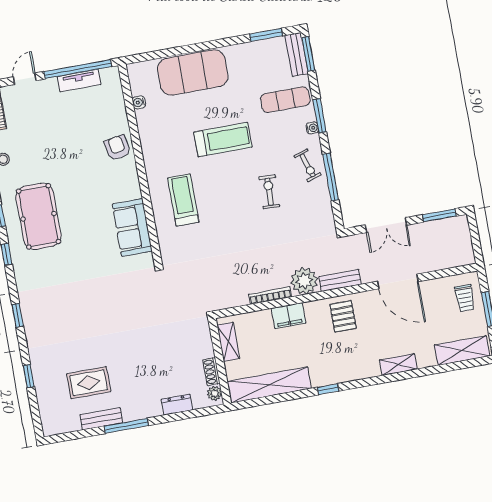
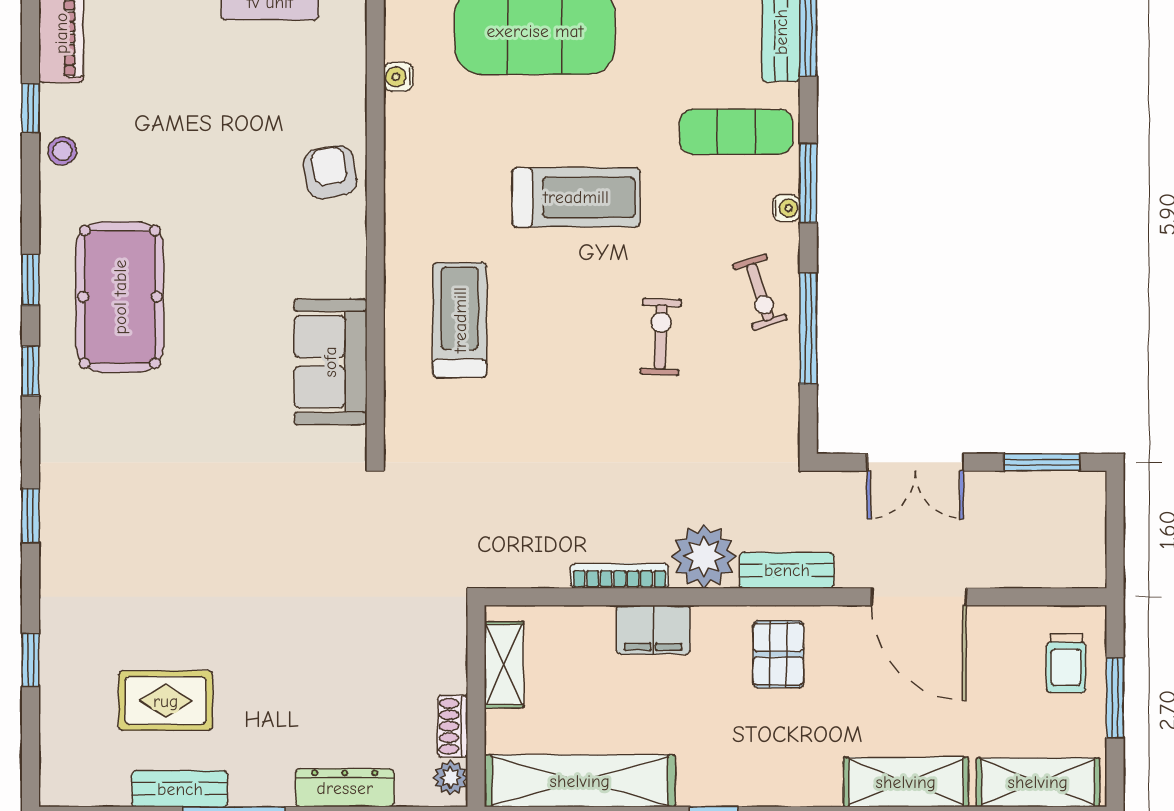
shelving: (398, 365) -> (906, 782), width x1.50, depth x1.33
dresser: (177, 405) -> (345, 788), width x1.44

